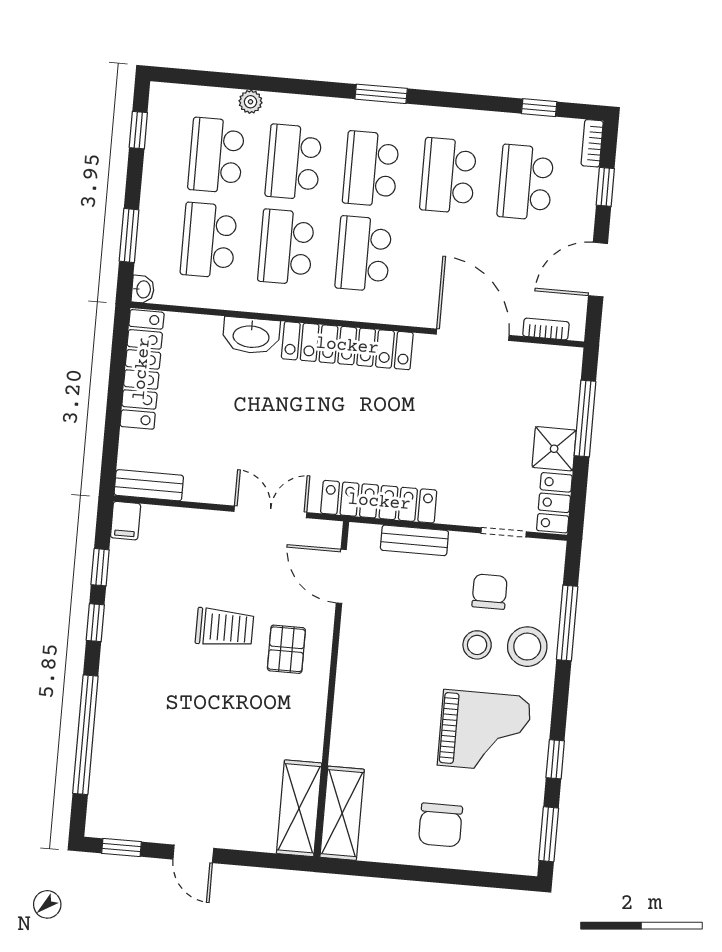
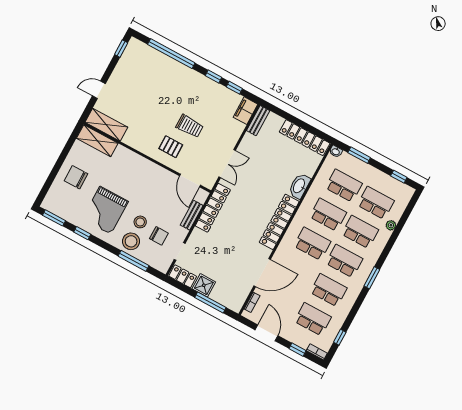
filing cabinet: (126, 521) -> (245, 111), width x2.00
door: (341, 576) -> (190, 181), swing flipped
trolley: (225, 628) -> (190, 126), turned -90
door: (193, 854) -> (99, 90), moved

